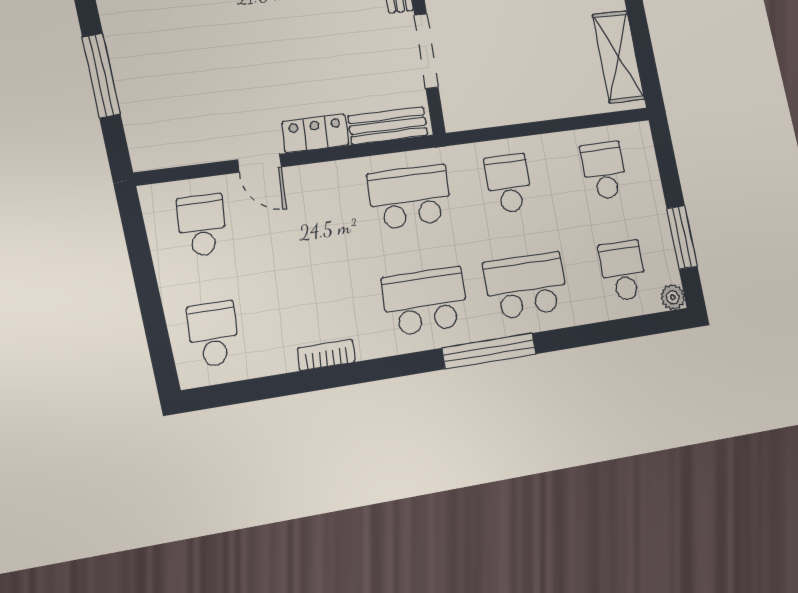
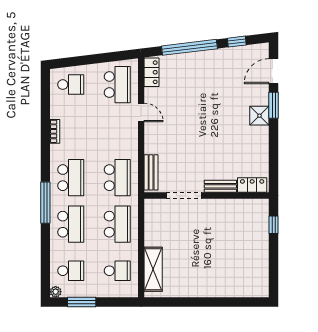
shelving: (618, 57) -> (153, 269), moved, turned 90
window: (101, 75) -> (189, 47), width x1.46
locker: (315, 133) -> (152, 72), moved
door: (260, 163) -> (141, 112), swing flipped
school desk: (509, 183) -> (117, 224), width x1.85
school desk: (202, 225) -> (117, 85), width x1.85

